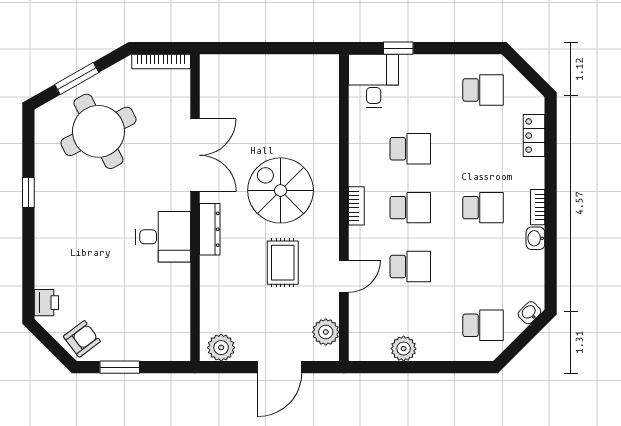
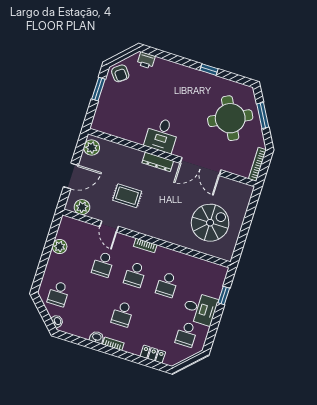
desk: (374, 81) -> (200, 309), moved
spiral stairs: (281, 190) -> (210, 223), moved
door: (280, 367) -> (71, 176), swing flipped

